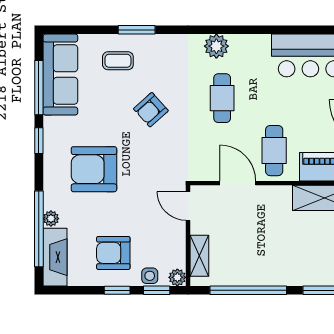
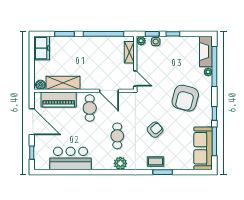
coffee table: (118, 61) -> (155, 161), moved
armchair: (94, 169) -> (185, 98), turned 105
armchair: (113, 253) -> (175, 54), removed

